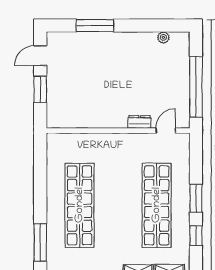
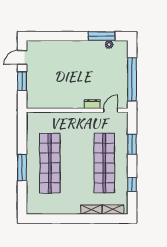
window: (95, 26) -> (102, 36), moved
window: (196, 198) -> (132, 144), moved
window: (40, 243) -> (22, 167), moved

